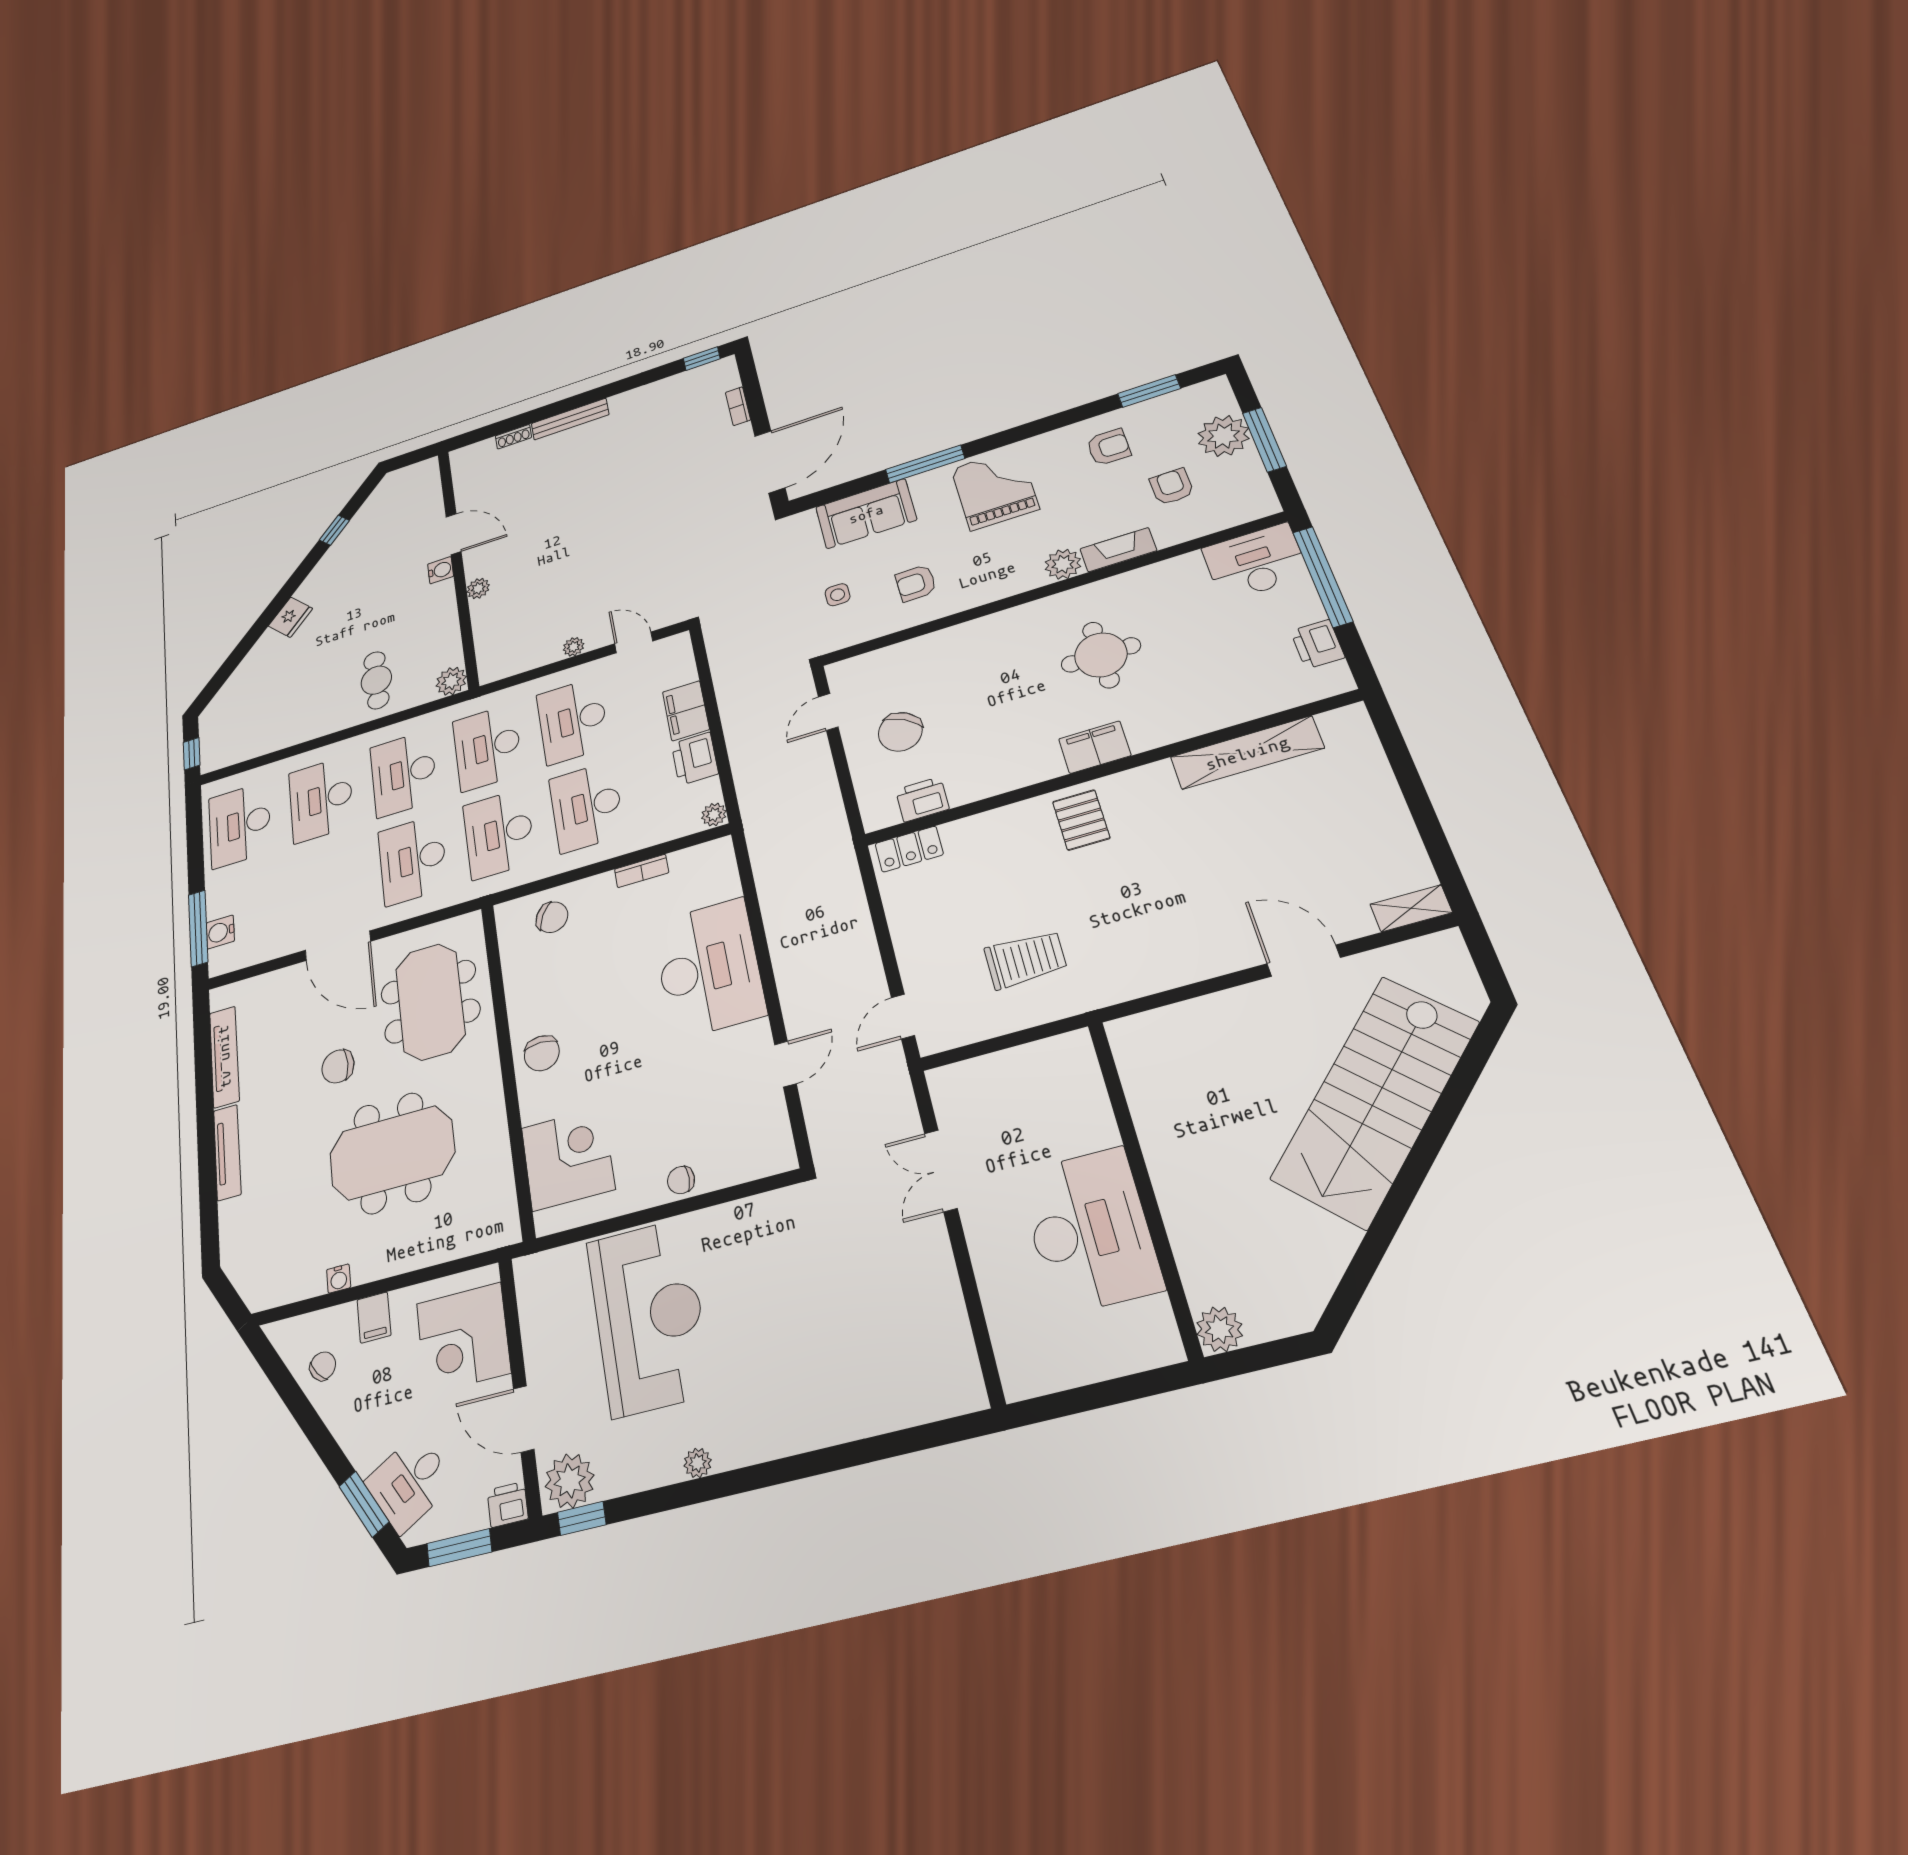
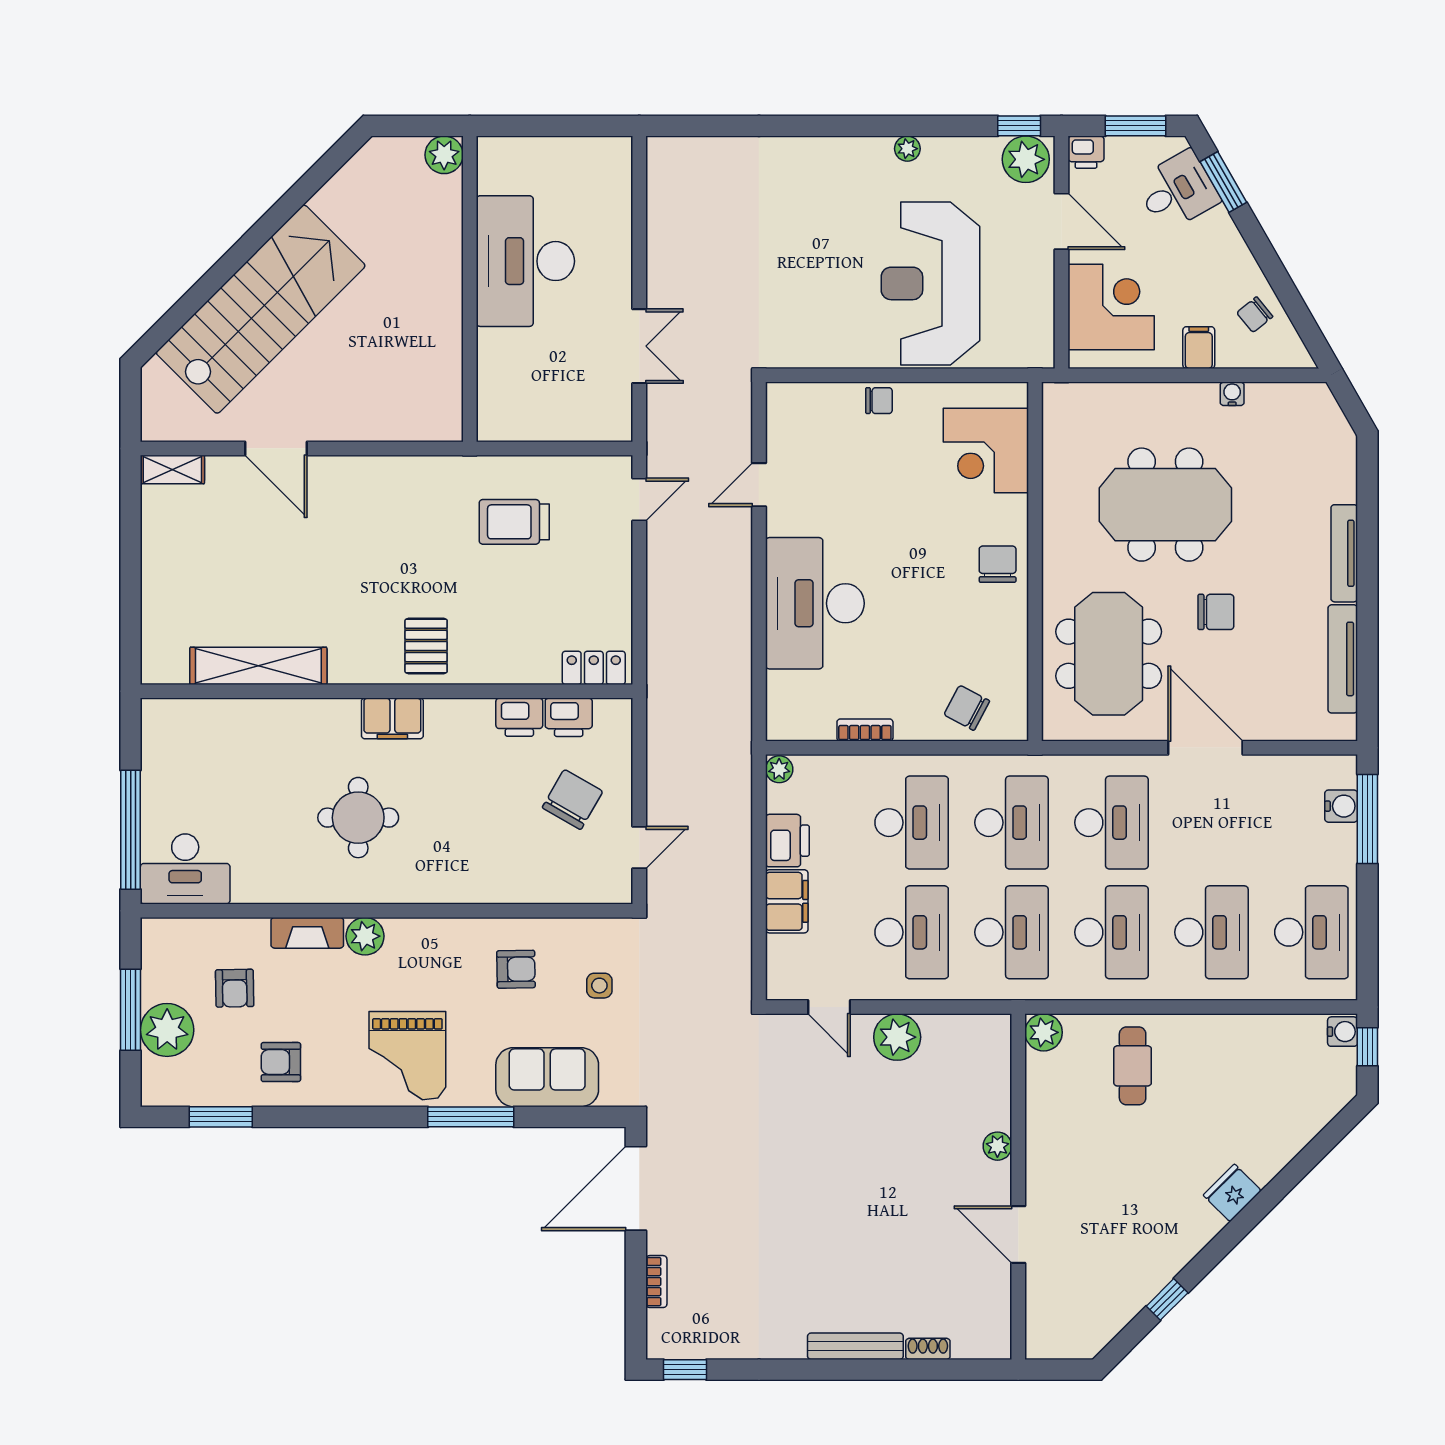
water cooler: (441, 570) -> (1343, 1032), moved, turned 180
printer: (1317, 644) -> (519, 717), moved, turned 90
plant: (574, 647) -> (897, 1037), width x1.87, depth x1.87

